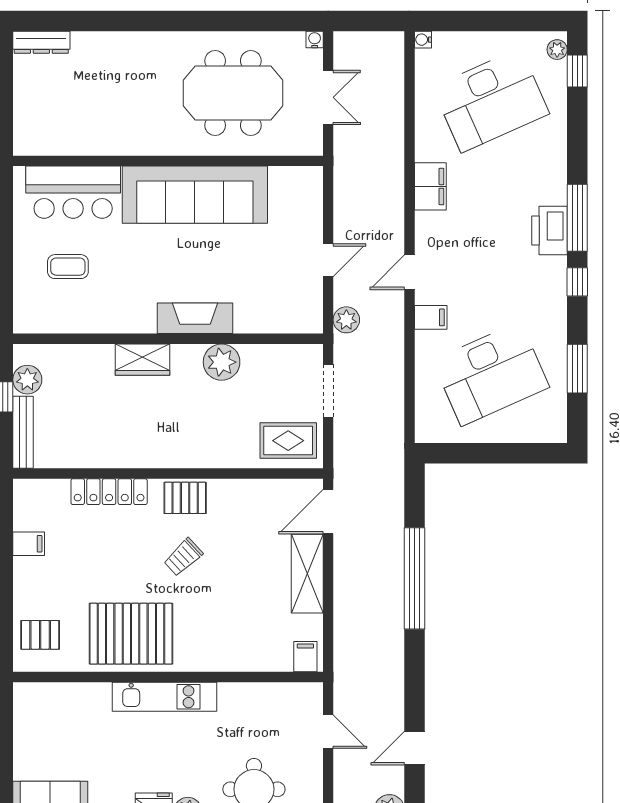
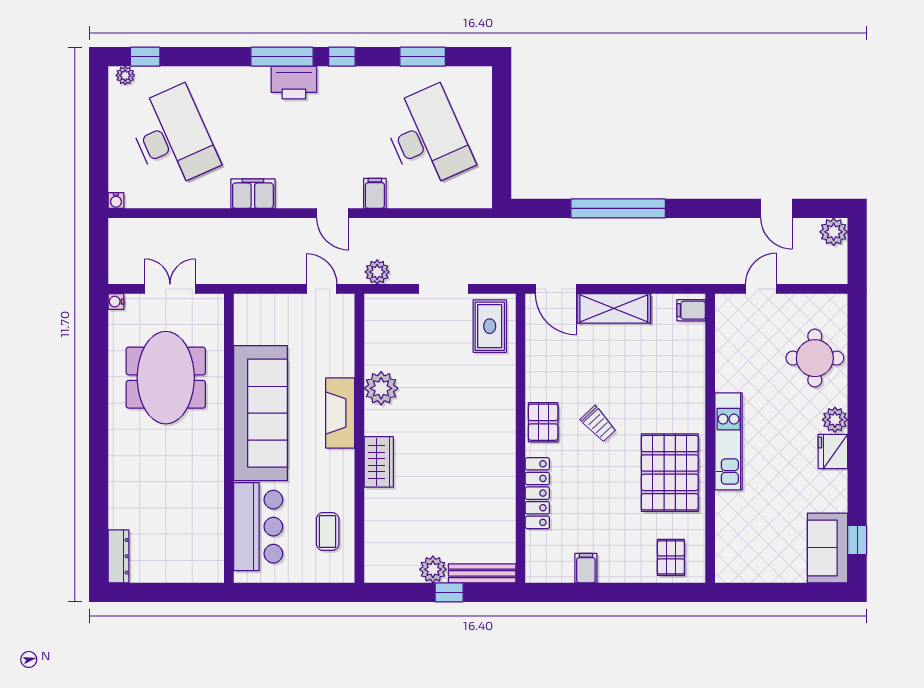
fireplace: (195, 318) -> (340, 413), moved
wall: (168, 339) -> (359, 438), moved
wardrobe: (142, 360) -> (379, 462), moved
plant: (222, 362) -> (381, 388), moved

